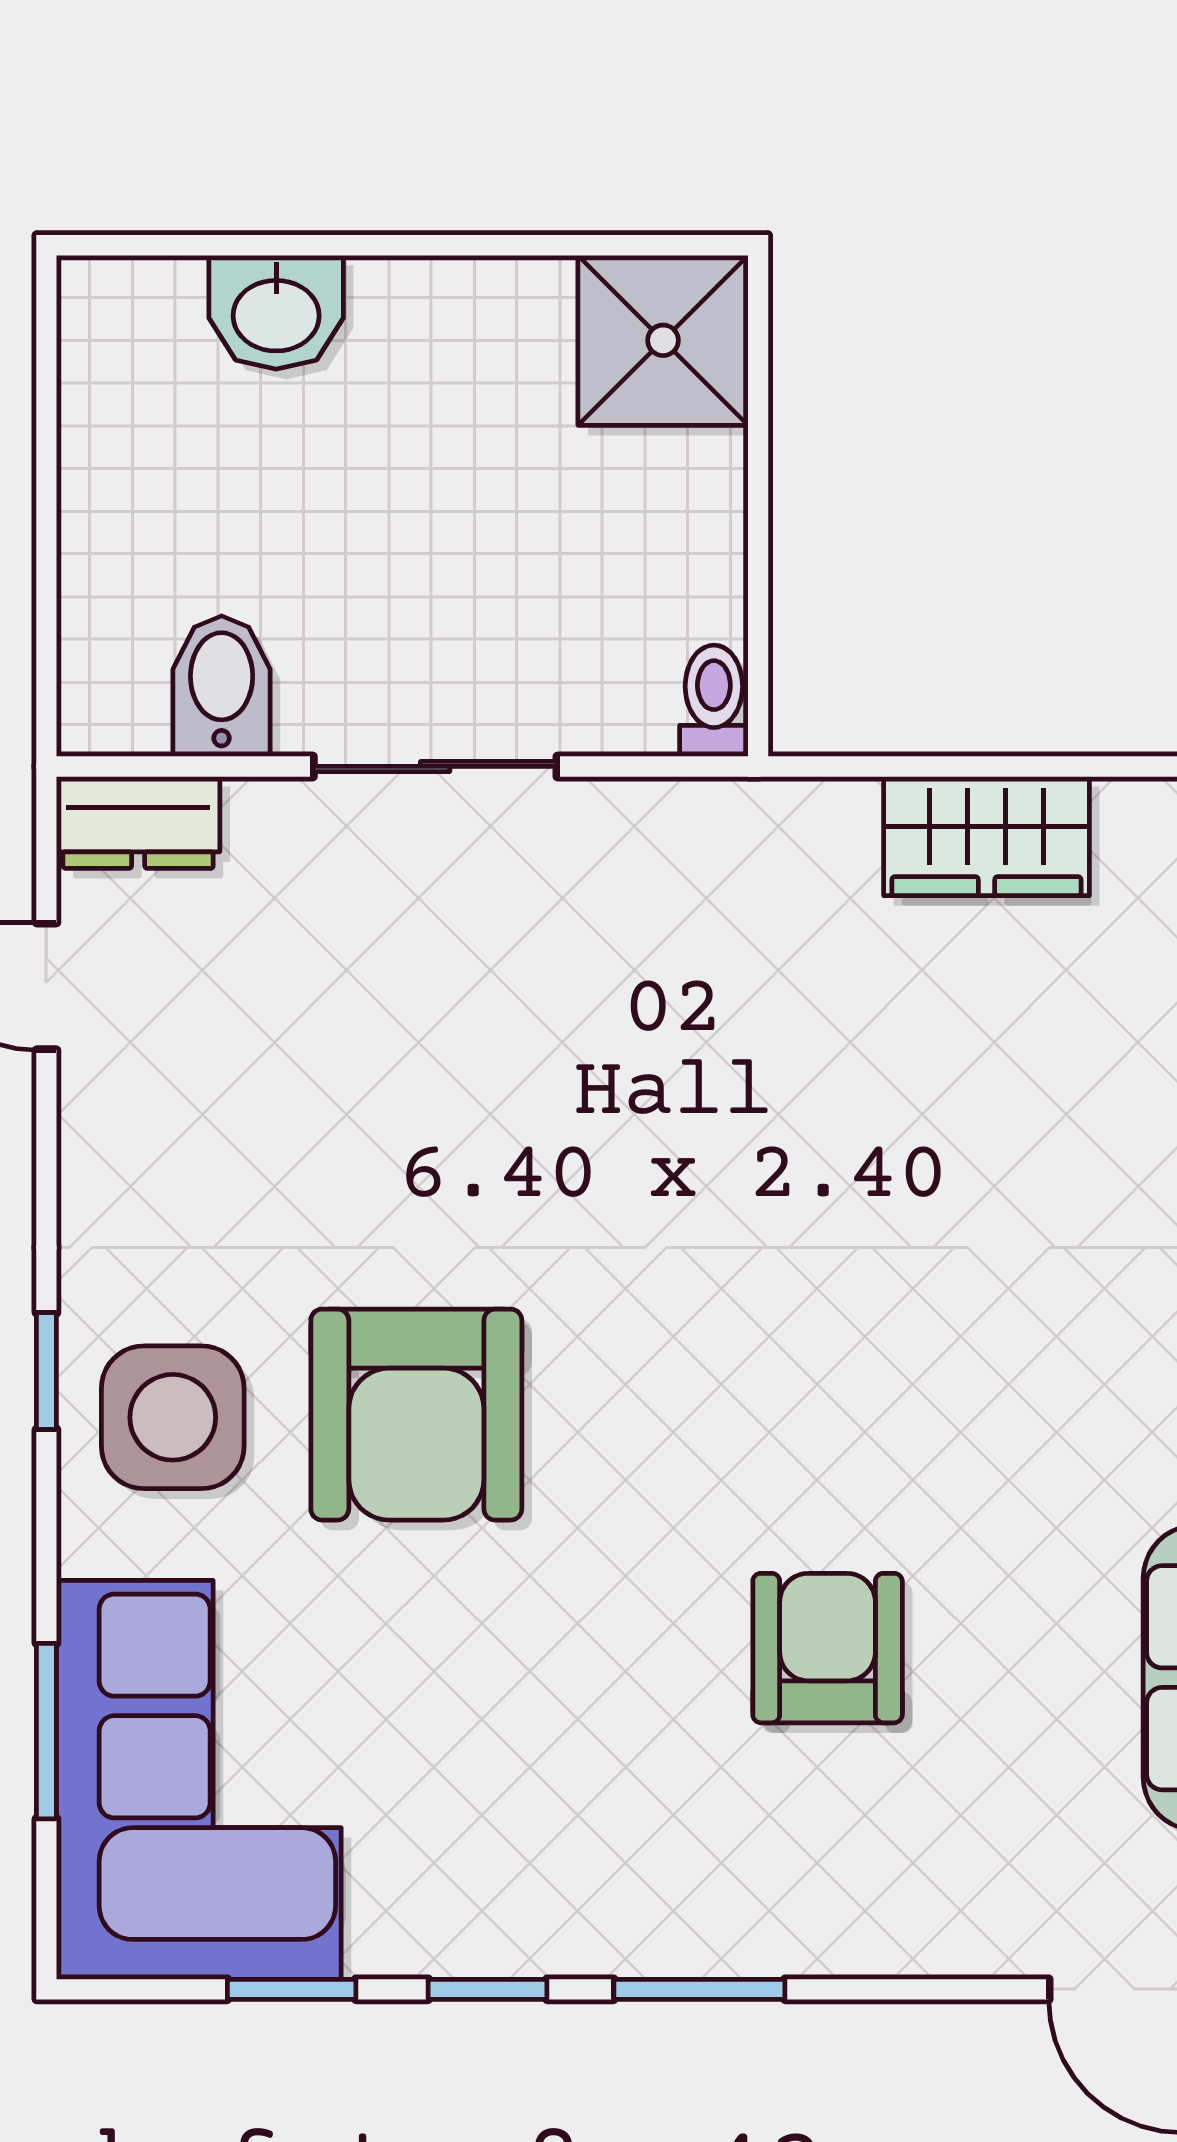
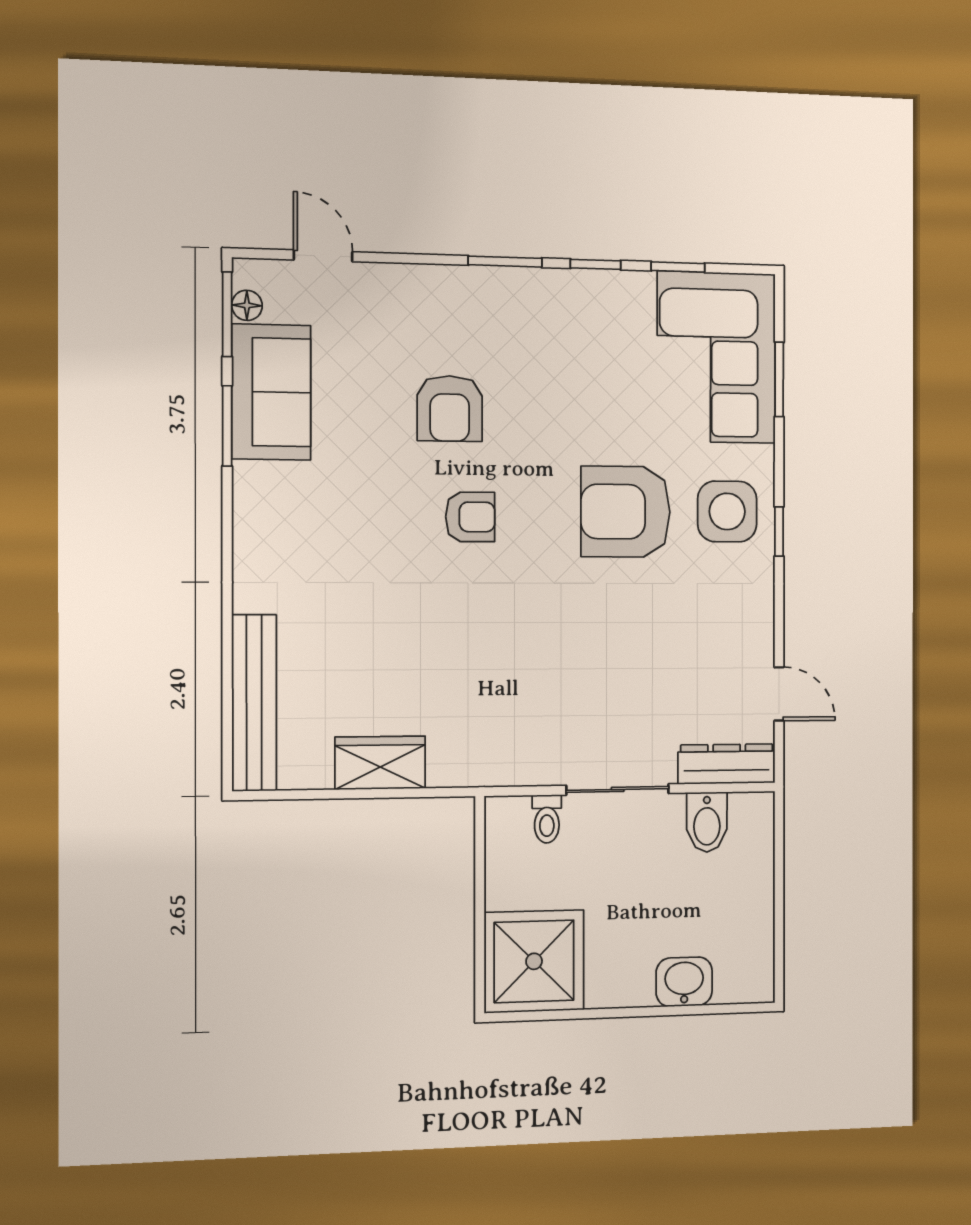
shower: (663, 340) -> (534, 961), width x1.37, depth x1.37
toilet: (714, 701) -> (547, 819), moved
dresser: (138, 822) -> (727, 764), width x1.44
armchair: (780, 1399) -> (470, 517), added
armchair: (416, 1415) -> (626, 512), turned -90

